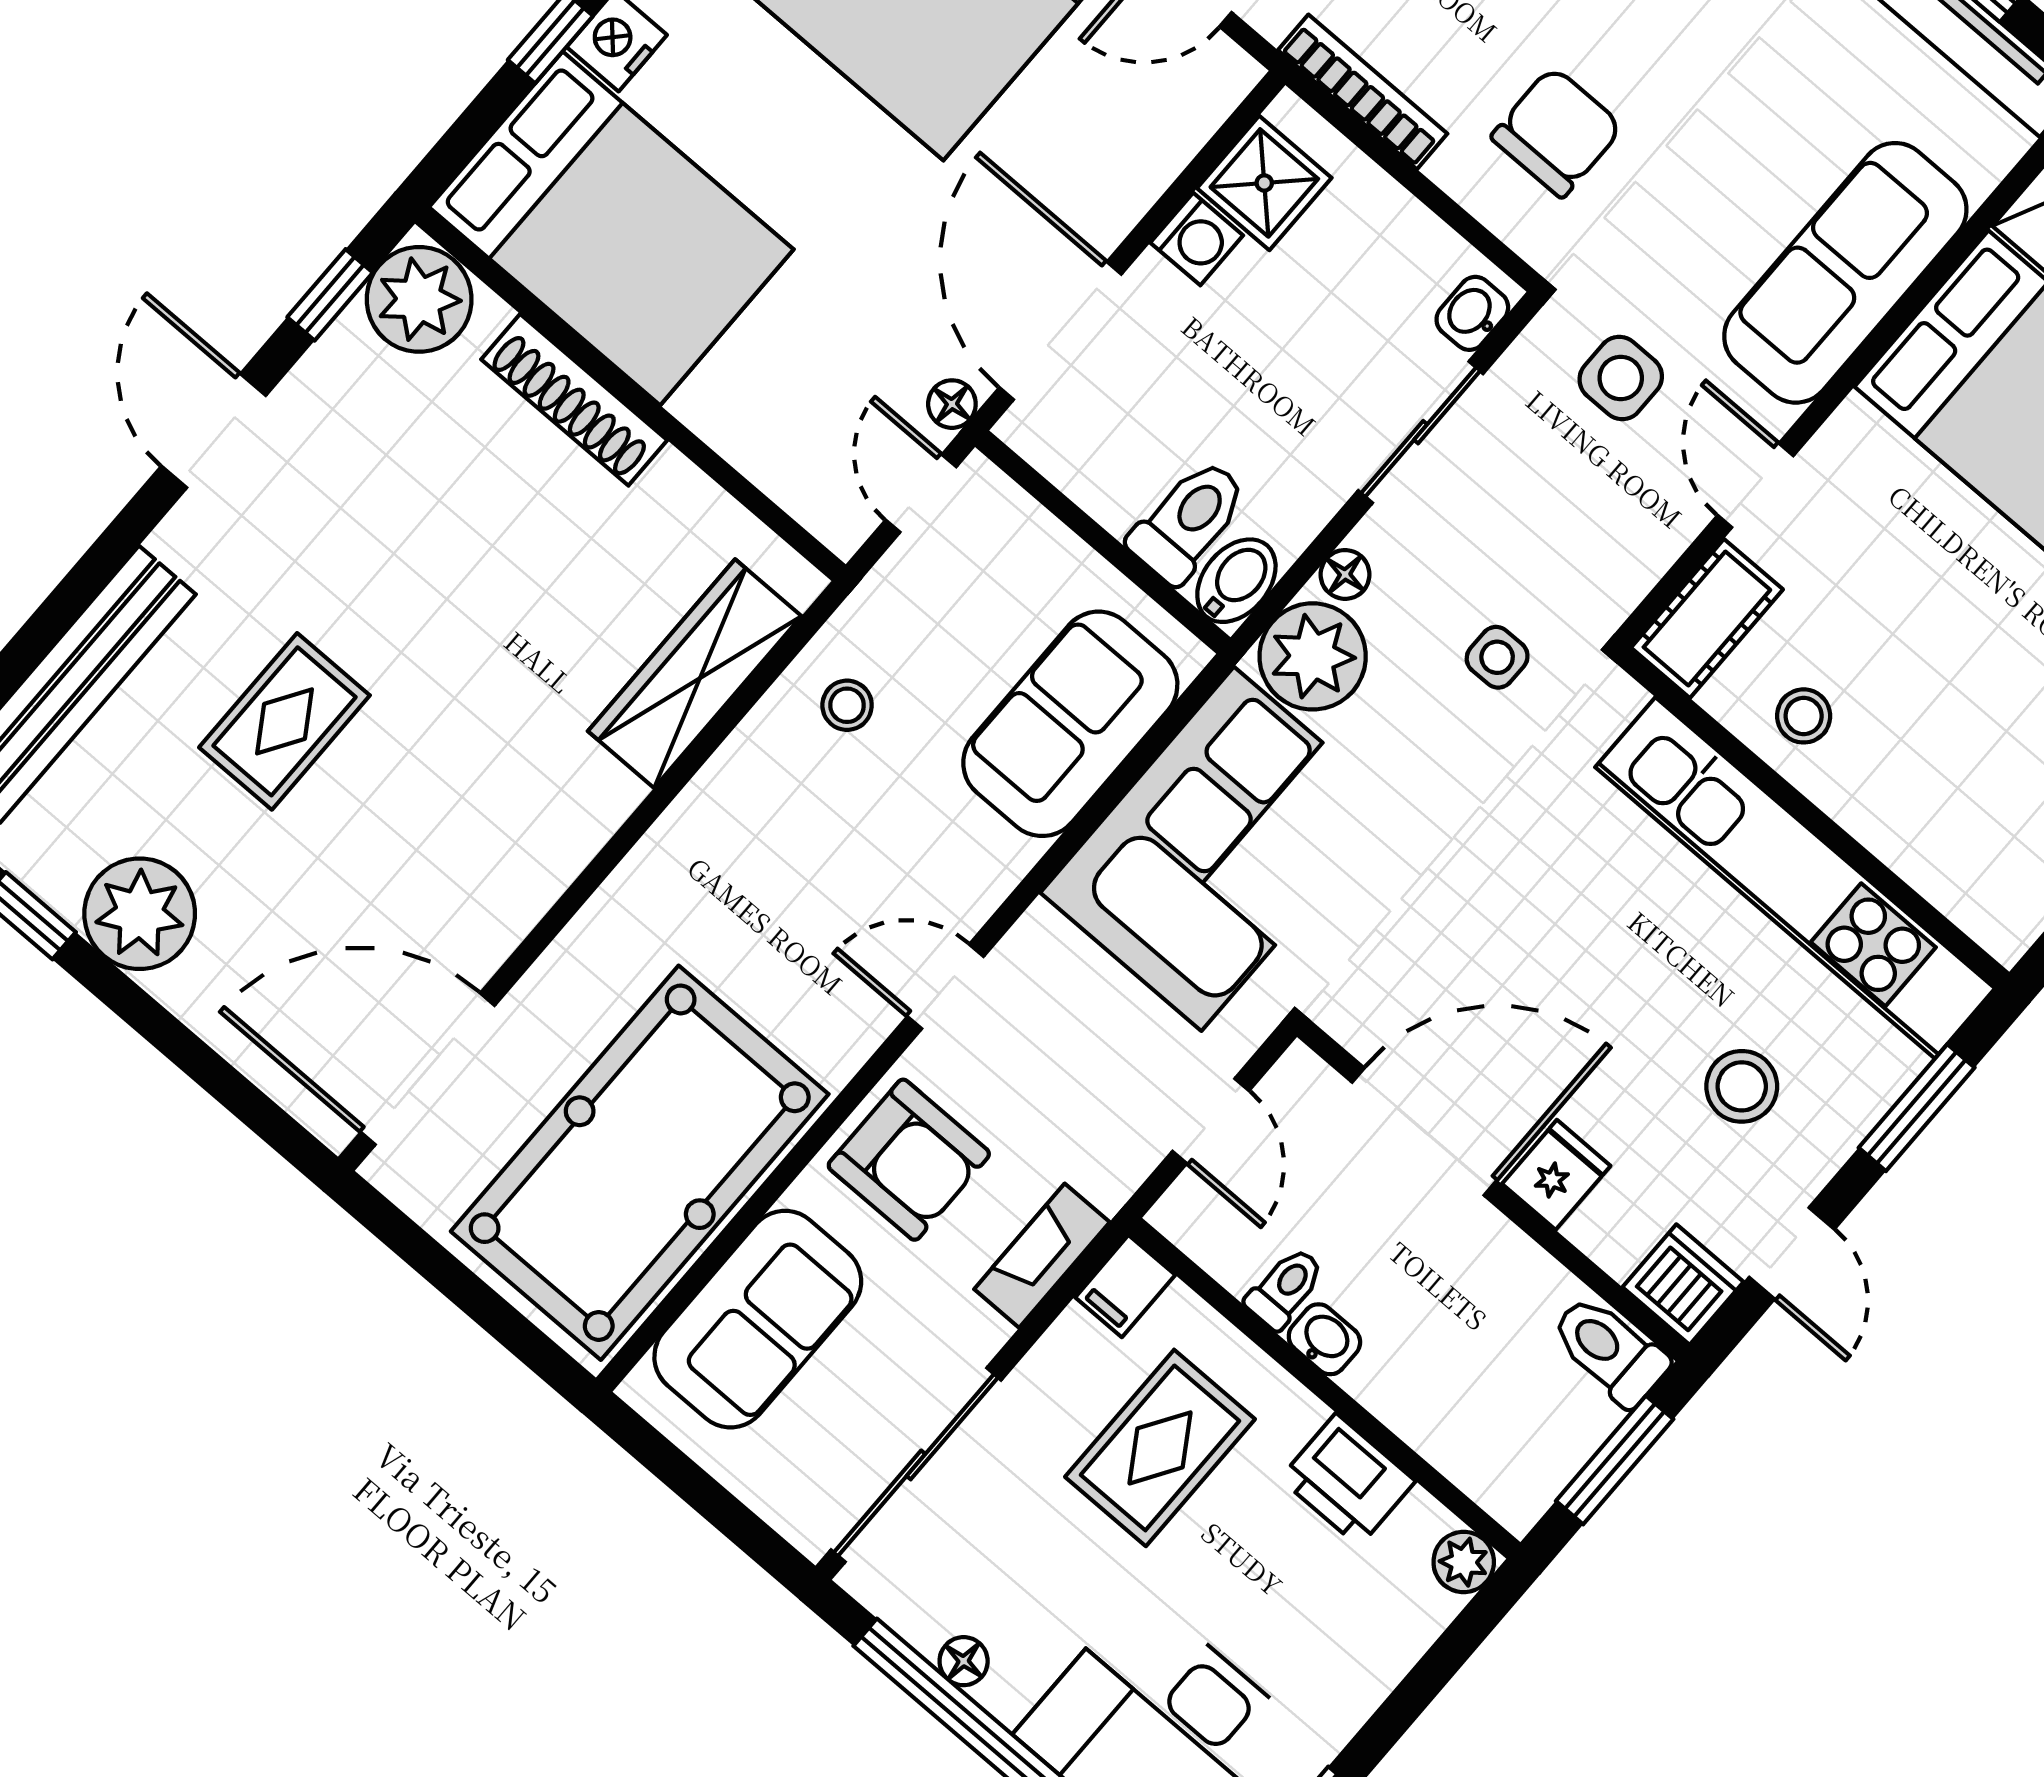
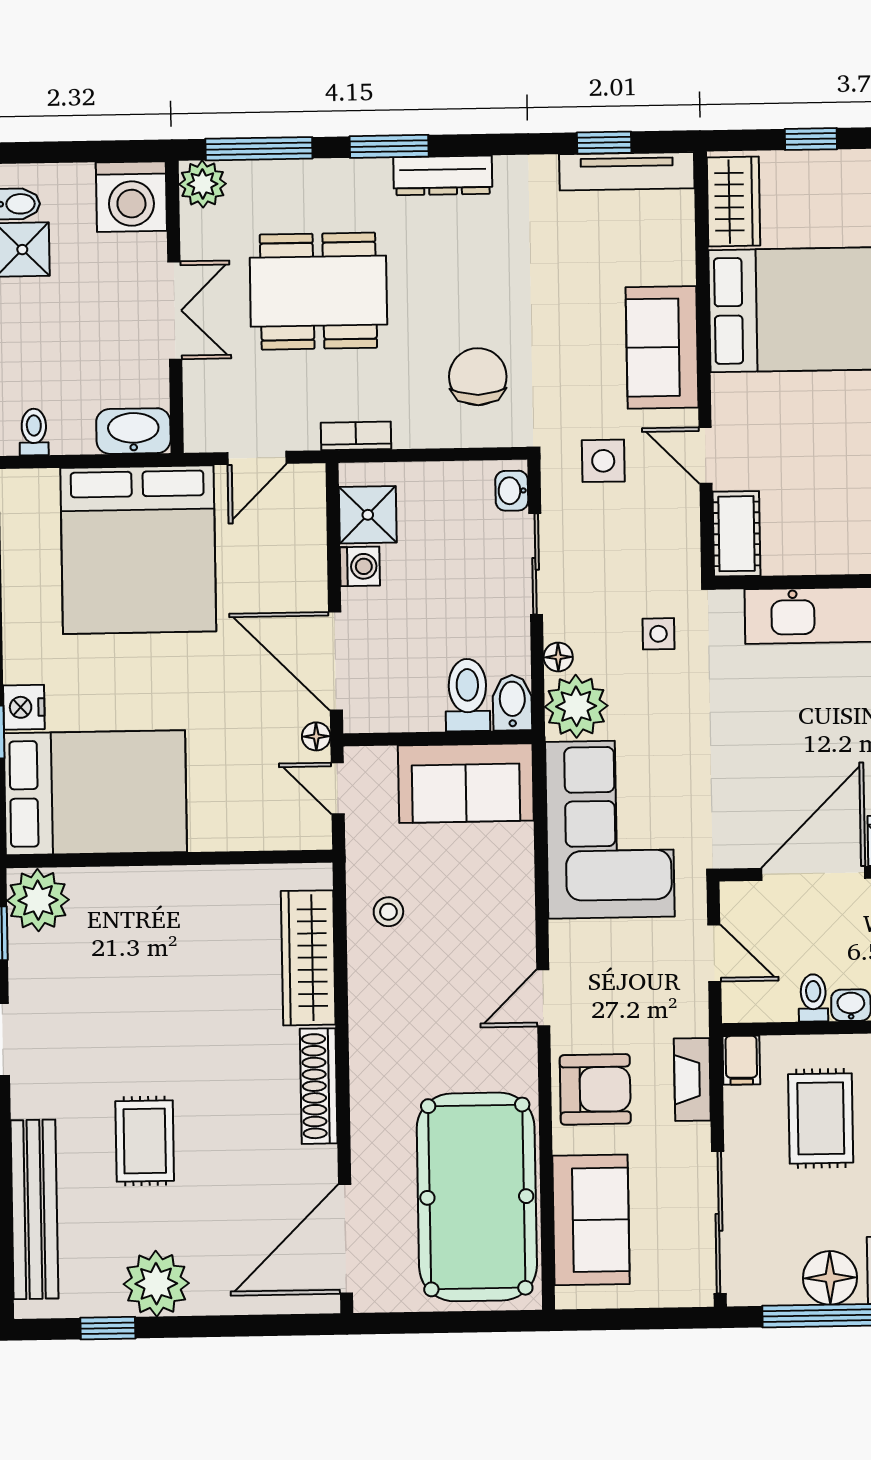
bookcase: (1363, 92) -> (356, 436), width x0.64
sofa: (1845, 273) -> (662, 347), width x0.73
shoe rack: (574, 400) -> (319, 1086), moved, turned 90
stool: (1804, 716) -> (818, 539), removed
sofa: (1070, 724) -> (466, 783), moved, turned -90
floor lamp: (964, 1661) -> (830, 1278), width x1.89, depth x1.89

